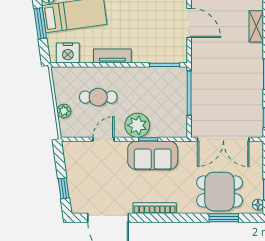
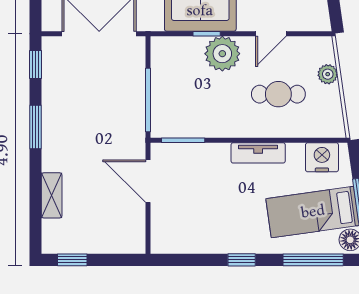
door: (189, 23) -> (148, 181), moved

